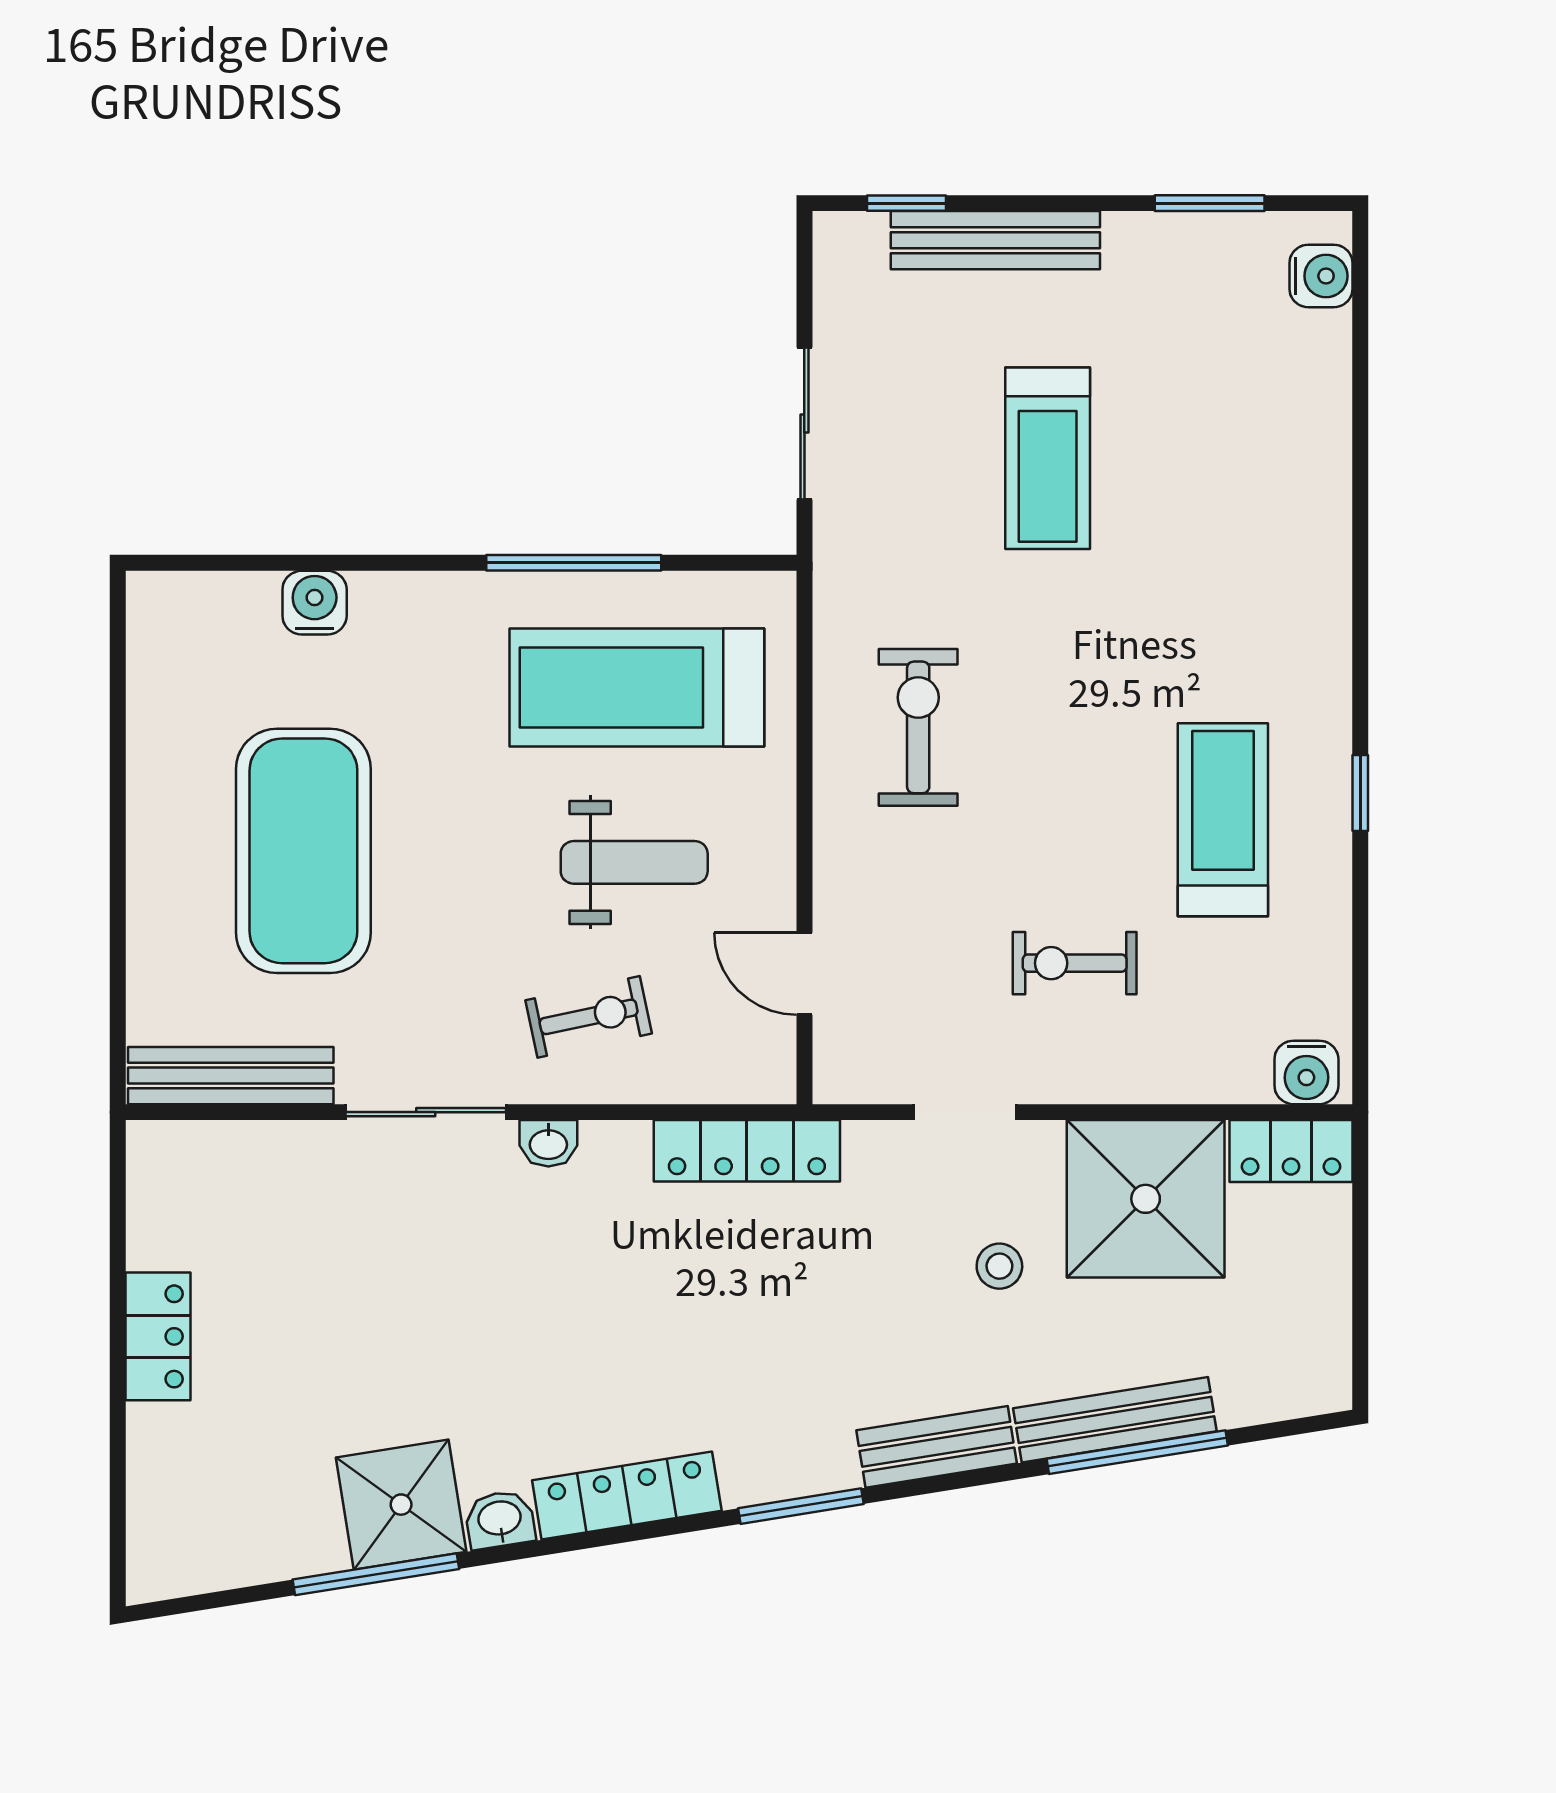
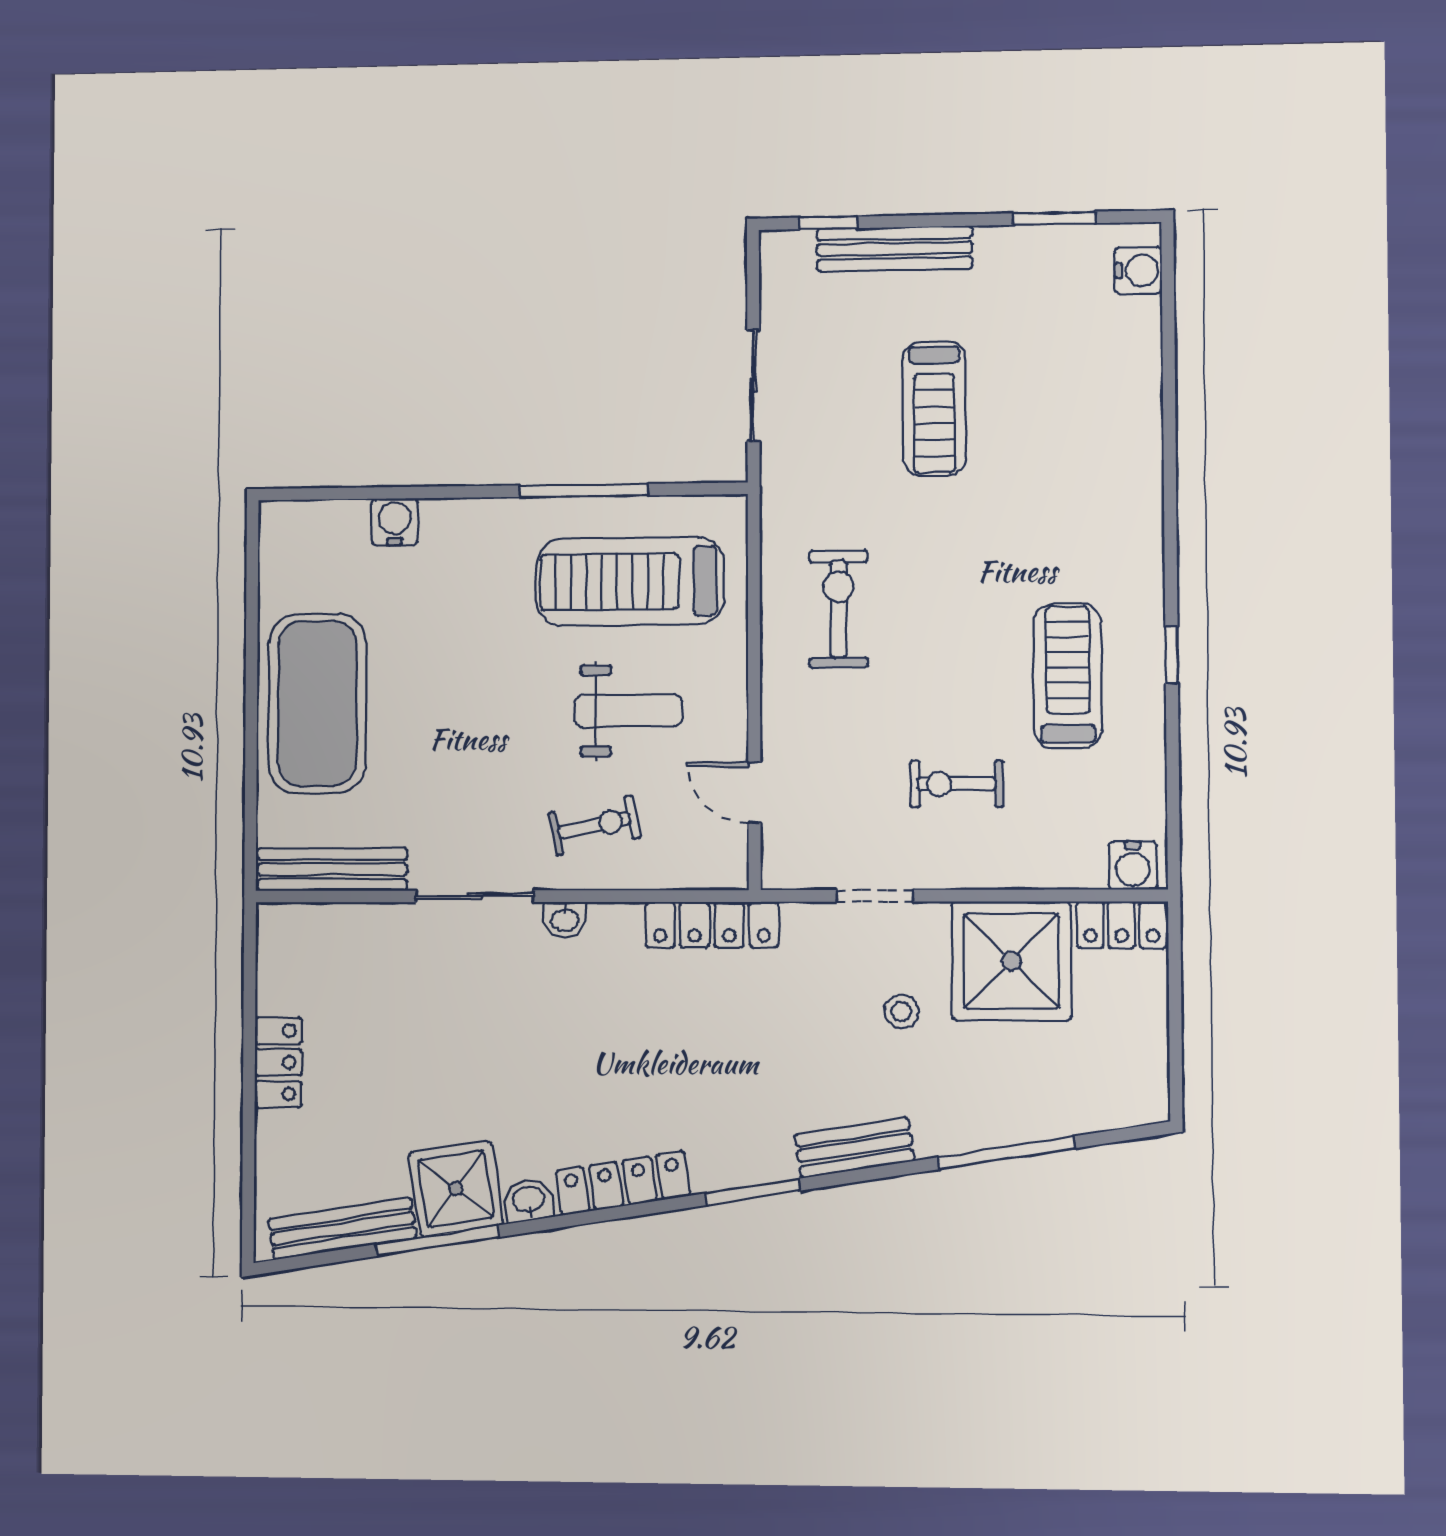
exercise mat: (303, 851) -> (317, 703), moved
bench: (1115, 1420) -> (342, 1229), moved

